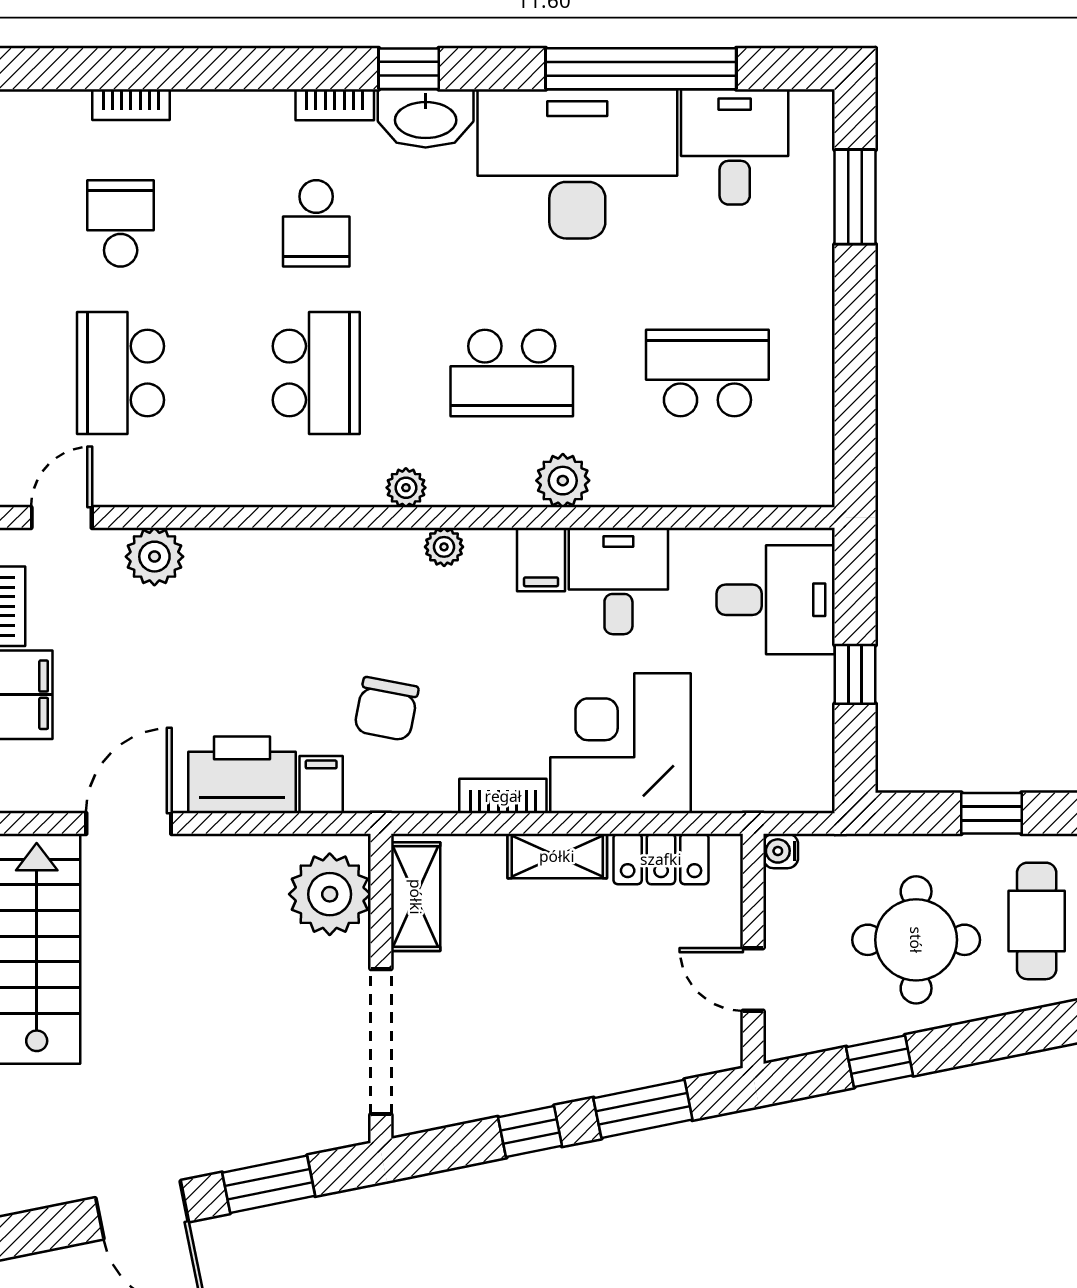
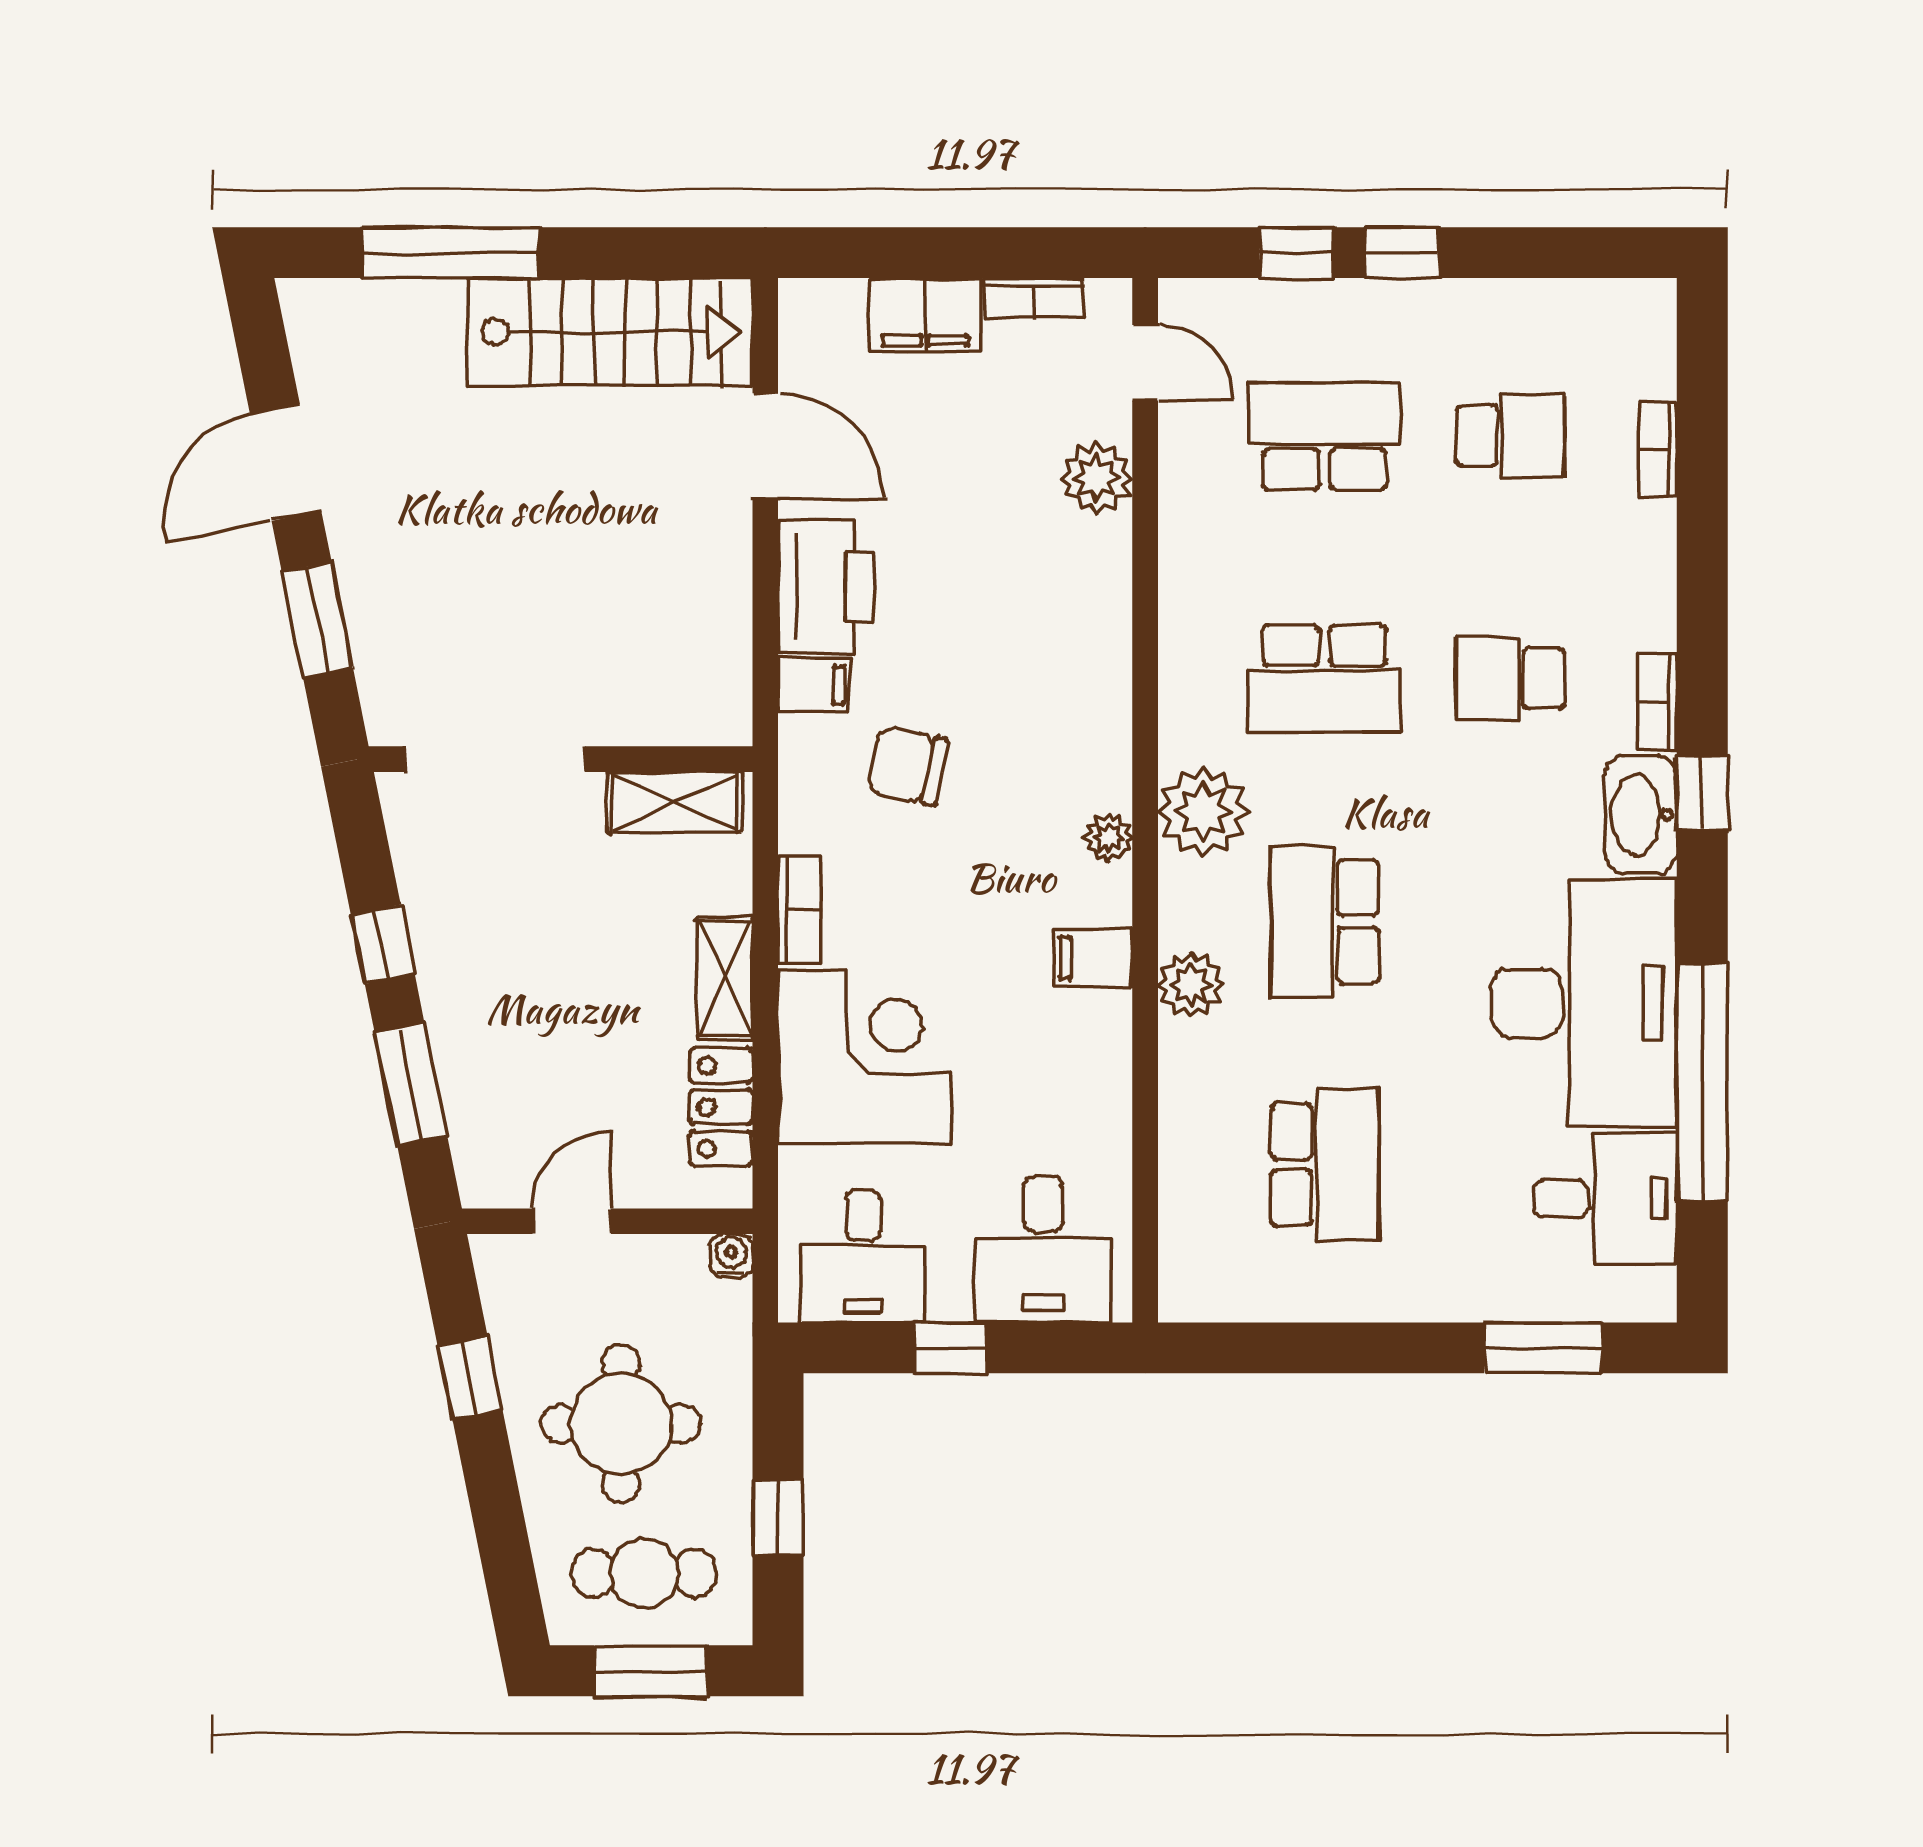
plant: (406, 488) -> (1203, 812), width x1.88, depth x1.88
desk: (618, 581) -> (863, 1256), moved, turned 90
plant: (330, 894) -> (677, 696), removed

